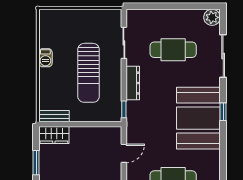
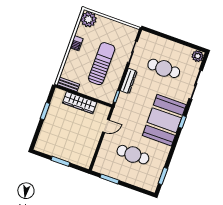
plant: (50, 20) -> (88, 19), added
sun lounger: (89, 73) -> (102, 64), turned 180
wardrobe: (54, 135) -> (80, 103), moved, width x1.50

